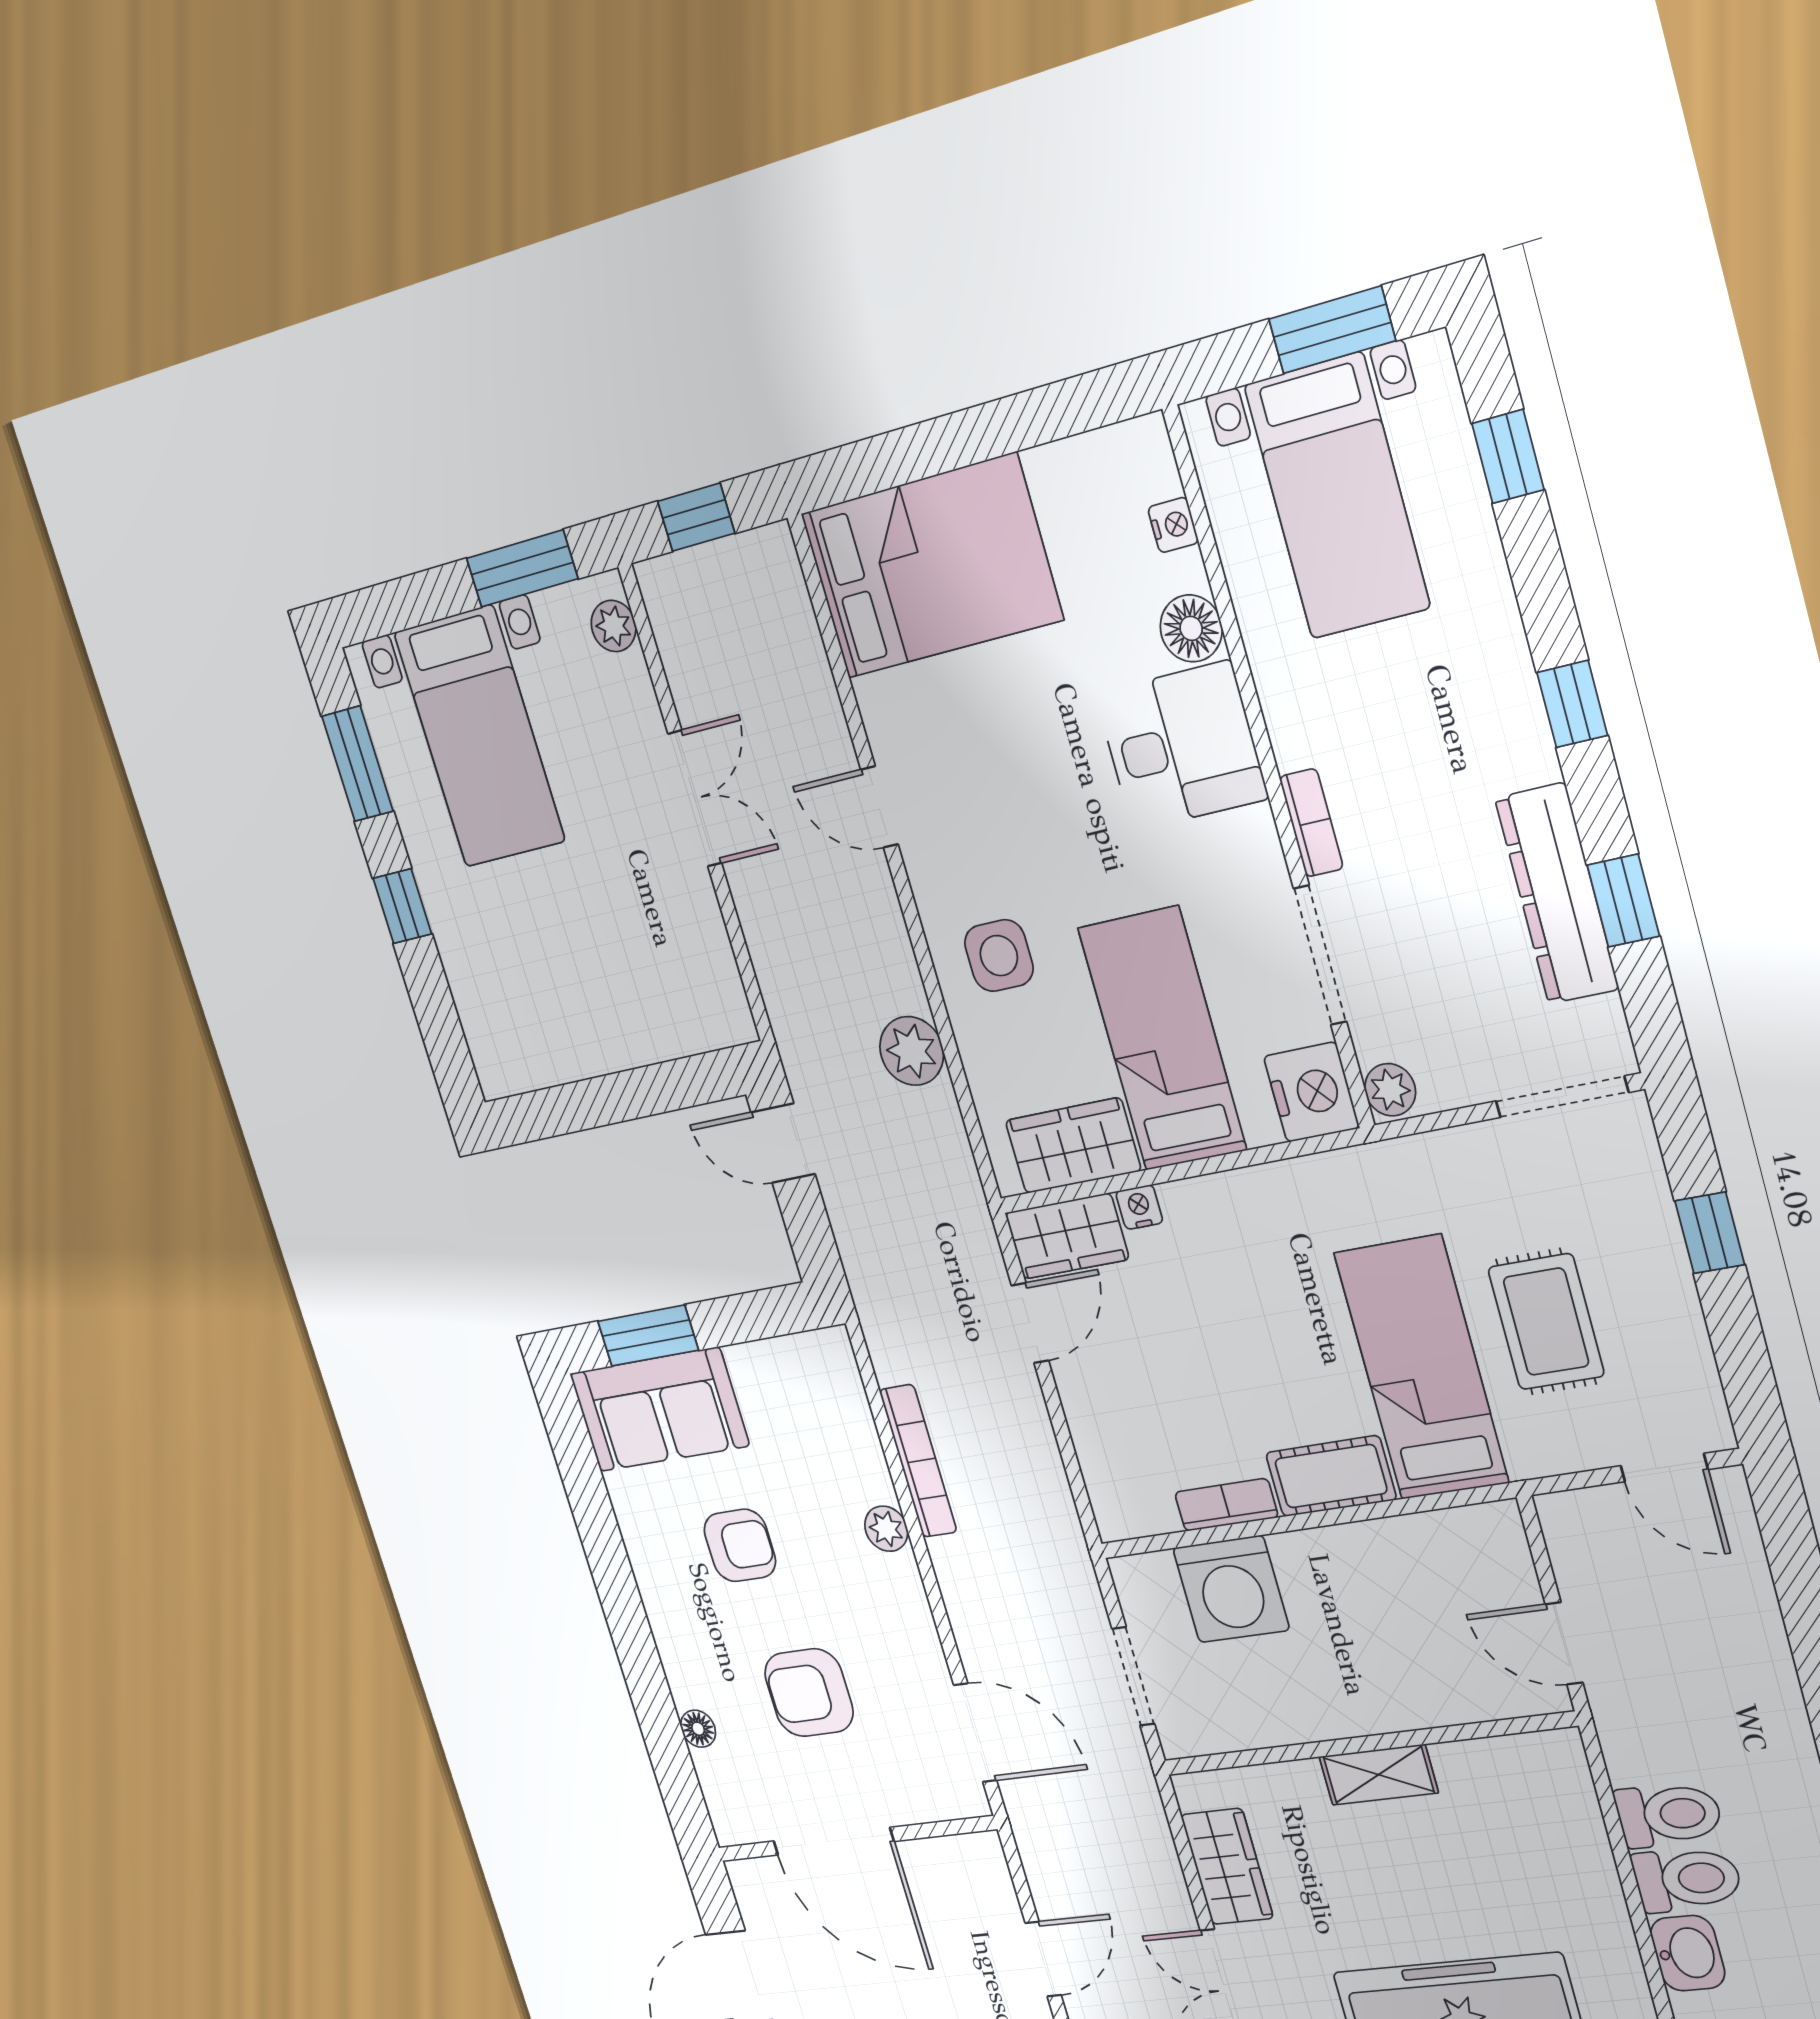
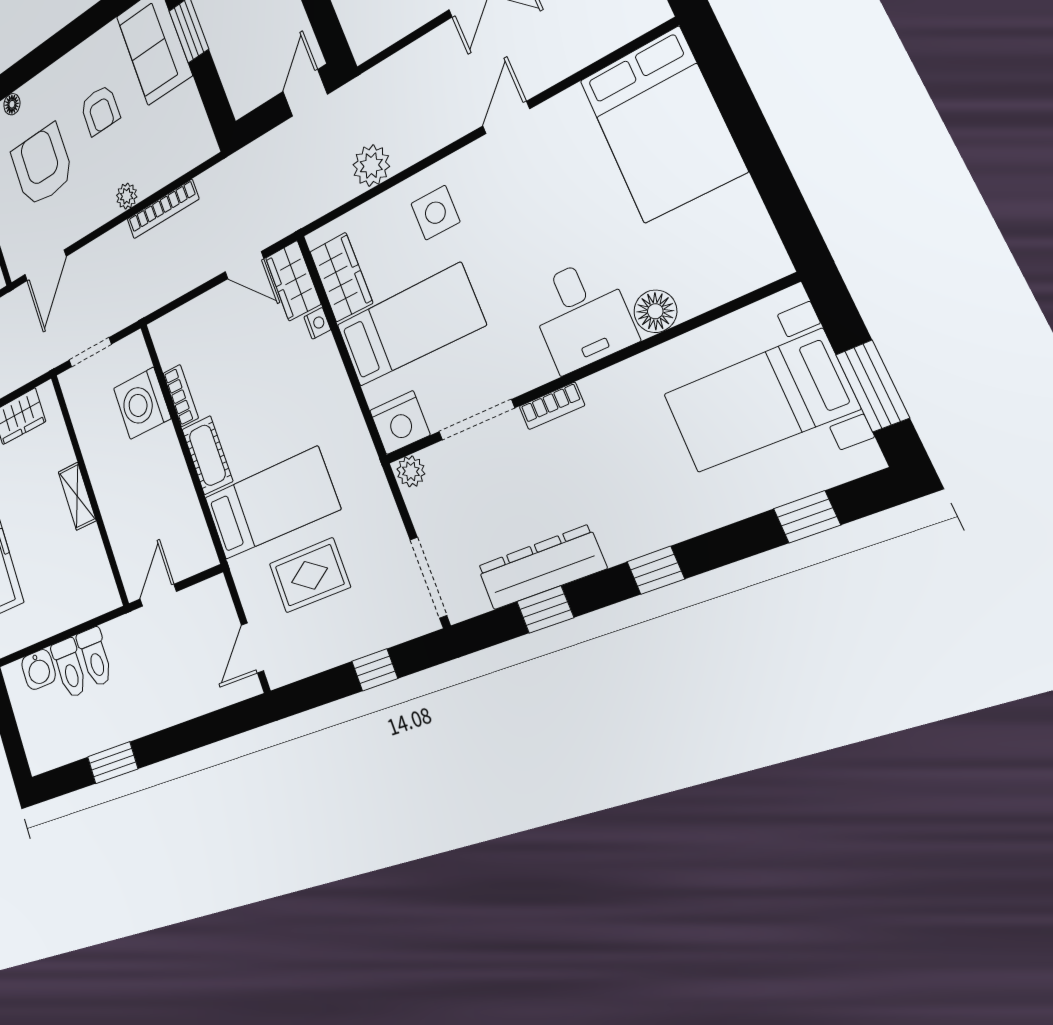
nightstand: (1173, 525) -> (720, 290), removed
armchair: (809, 1693) -> (42, 166), width x1.36, depth x1.36

